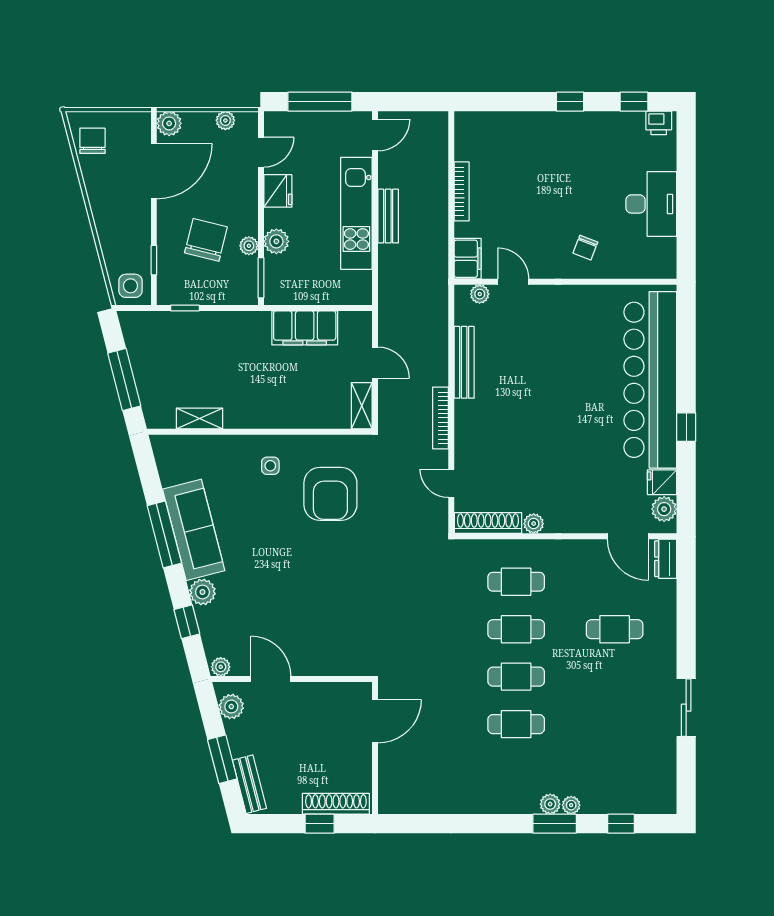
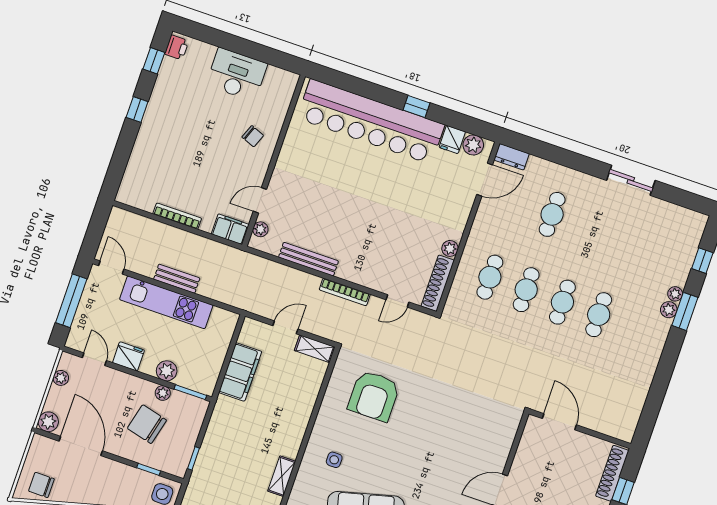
side table: (270, 466) -> (334, 460), moved
armchair: (330, 494) -> (374, 396), turned 90

